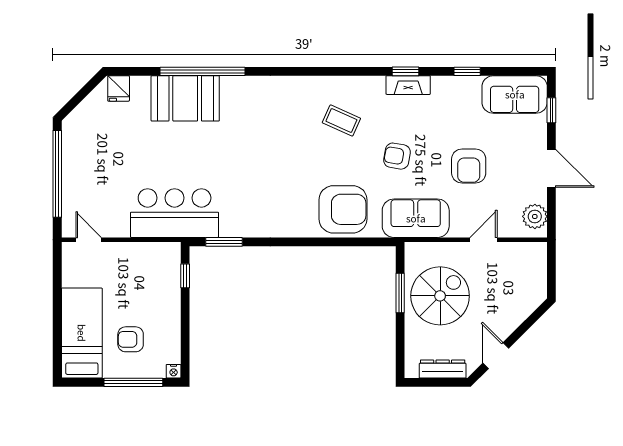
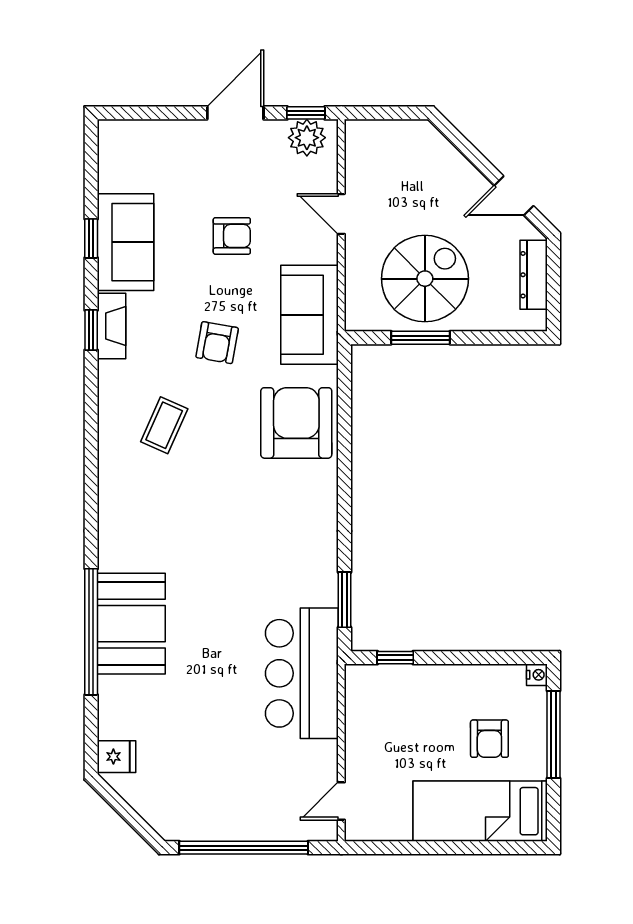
sofa: (515, 94) -> (125, 242), moved
booth: (185, 98) -> (131, 624), moved
window: (551, 110) -> (306, 113), moved
armchair: (469, 166) -> (232, 236), width x0.72, depth x0.72
spiral stairs: (440, 296) -> (425, 279), turned 90

